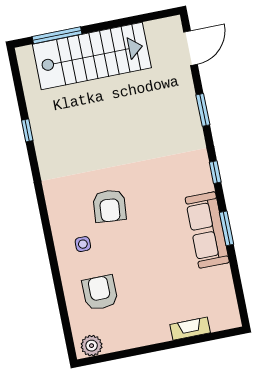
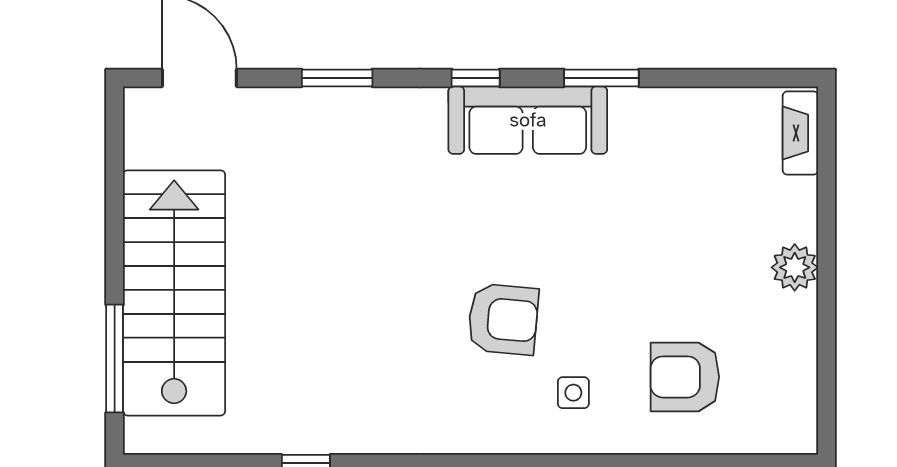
sofa: (207, 230) -> (528, 120), moved
fireplace: (190, 329) -> (800, 133), moved
plant: (92, 346) -> (795, 267), moved

